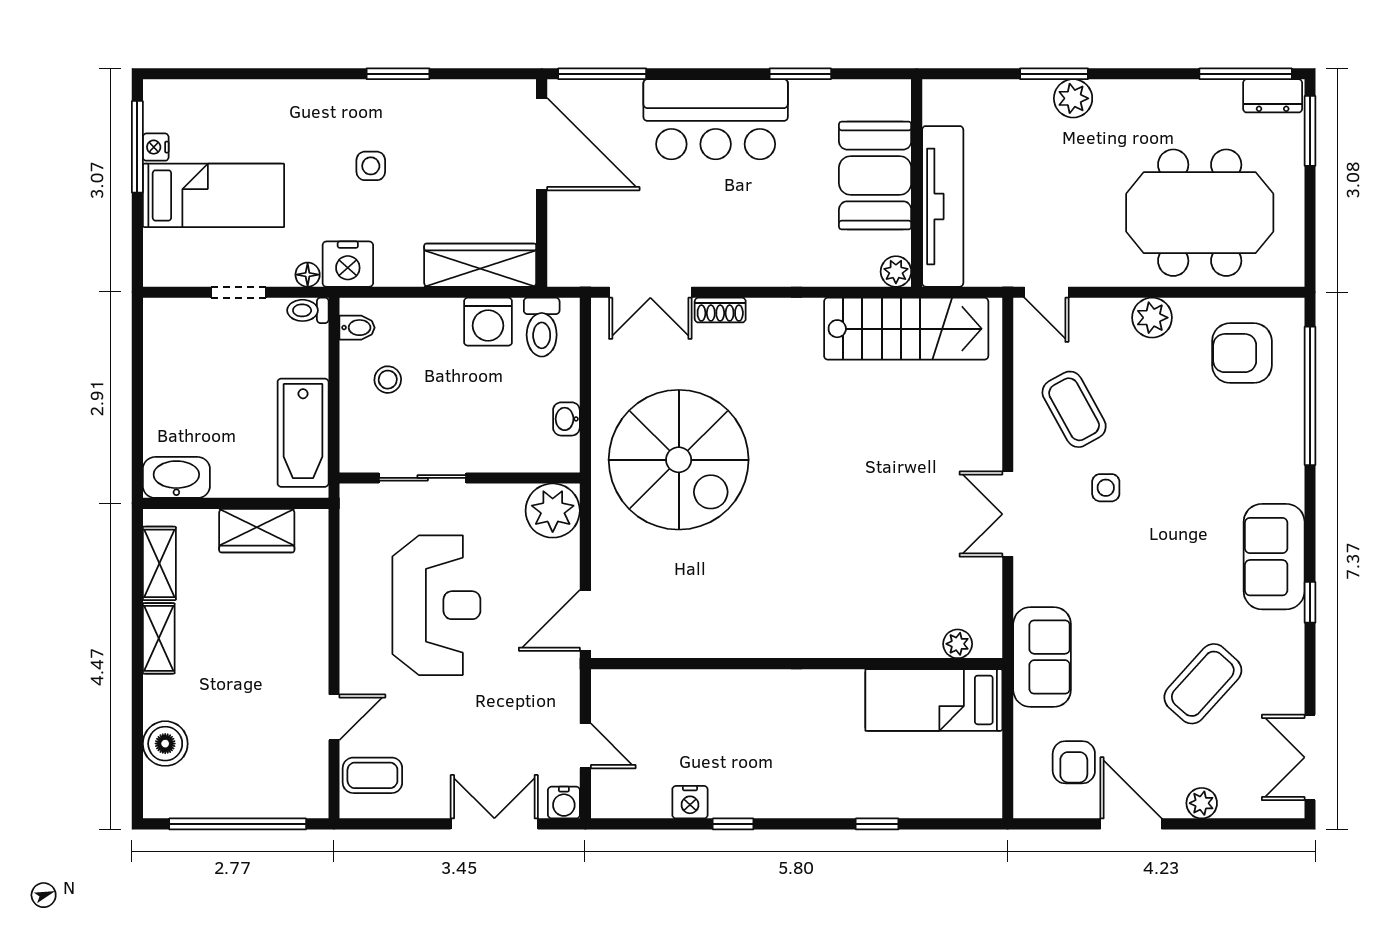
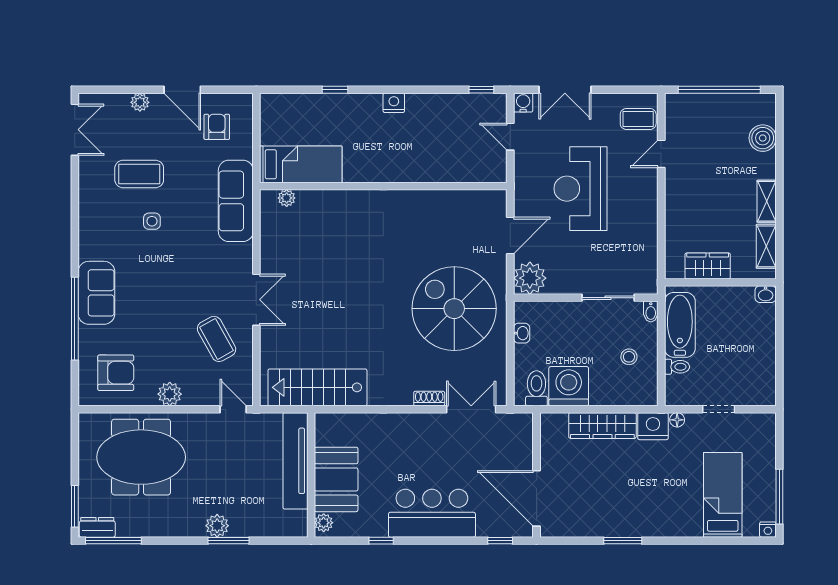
window: (602, 74) -> (500, 541), width x0.46
window: (800, 74) -> (381, 541), width x0.67
nightstand: (156, 147) -> (768, 530), moved, turned 90
side table: (371, 166) -> (639, 485), removed
bed: (213, 195) -> (723, 495), moved, turned 90
wardrobe: (480, 265) -> (602, 426), moved
plant: (896, 272) -> (324, 523), moved
toilet: (308, 310) -> (677, 367), moved
washing machine: (488, 322) -> (569, 386), width x1.37, depth x1.37
bidet: (357, 328) -> (651, 312), moved, turned -90
window: (1310, 396) -> (75, 319), moved
washbasin: (176, 477) -> (766, 294), width x0.52, depth x0.69
side table: (1106, 488) -> (152, 221), moved
double door: (1008, 514) -> (256, 300), moved
sofa: (1274, 557) -> (96, 293), moved
window: (1310, 602) -> (75, 223), removed
reception desk: (436, 605) -> (581, 189), moved
door: (585, 620) -> (510, 236), moved
sofa: (1042, 657) -> (236, 201), width x1.36
coffee table: (1203, 684) -> (139, 174), turned 48
nightstand: (690, 802) -> (394, 103), moved
window: (733, 824) -> (481, 90), moved

